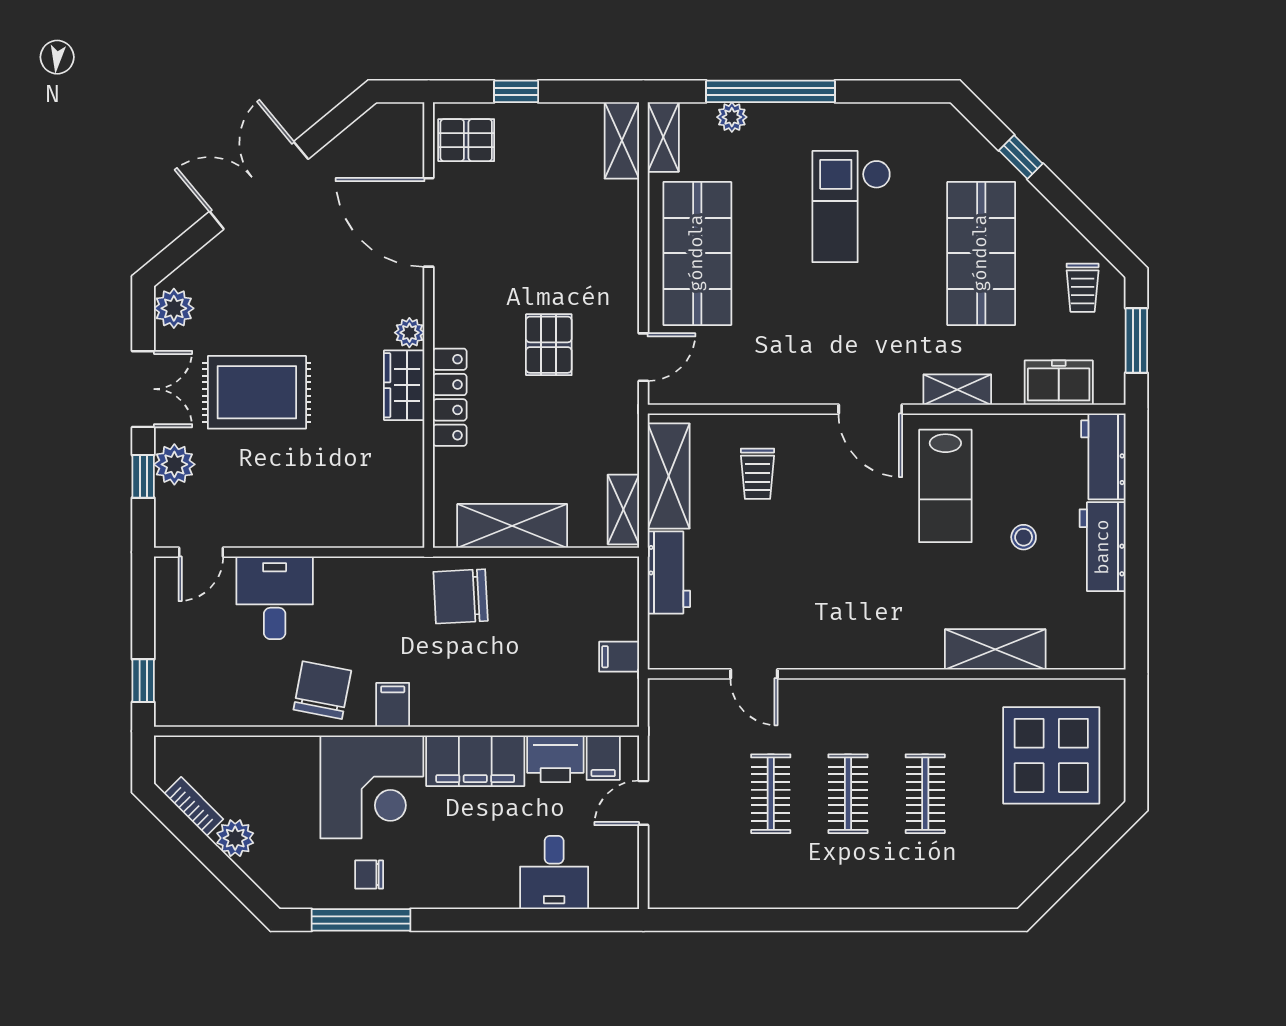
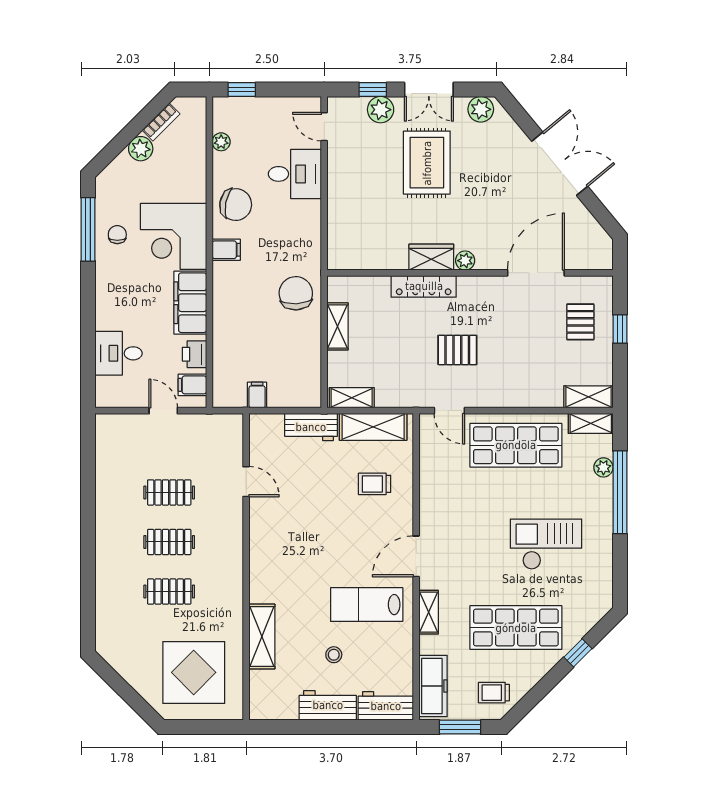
pallet: (466, 140) -> (580, 322), moved
freezer: (1059, 383) -> (433, 686), width x1.40
shelving: (512, 526) -> (338, 326), width x0.67, depth x0.75
door: (754, 674) -> (246, 482), swing flipped
plant: (225, 713) -> (221, 142), added
printer: (555, 759) -> (194, 354), width x0.73, depth x0.81

